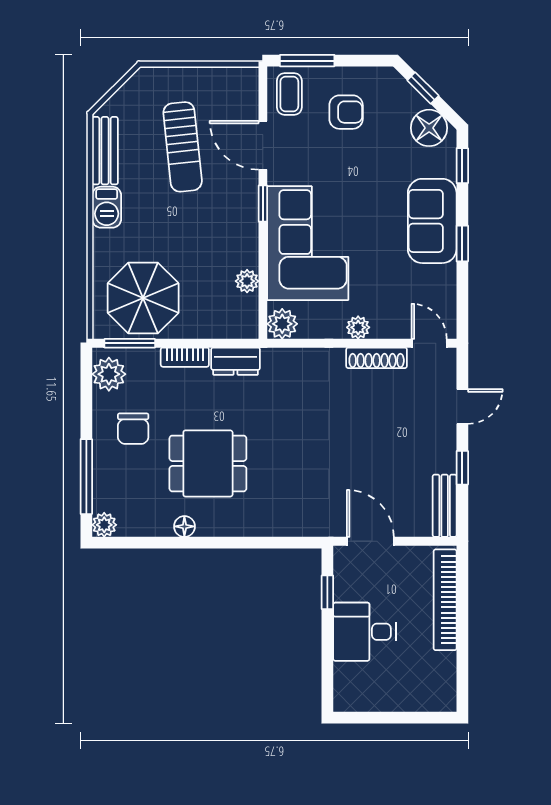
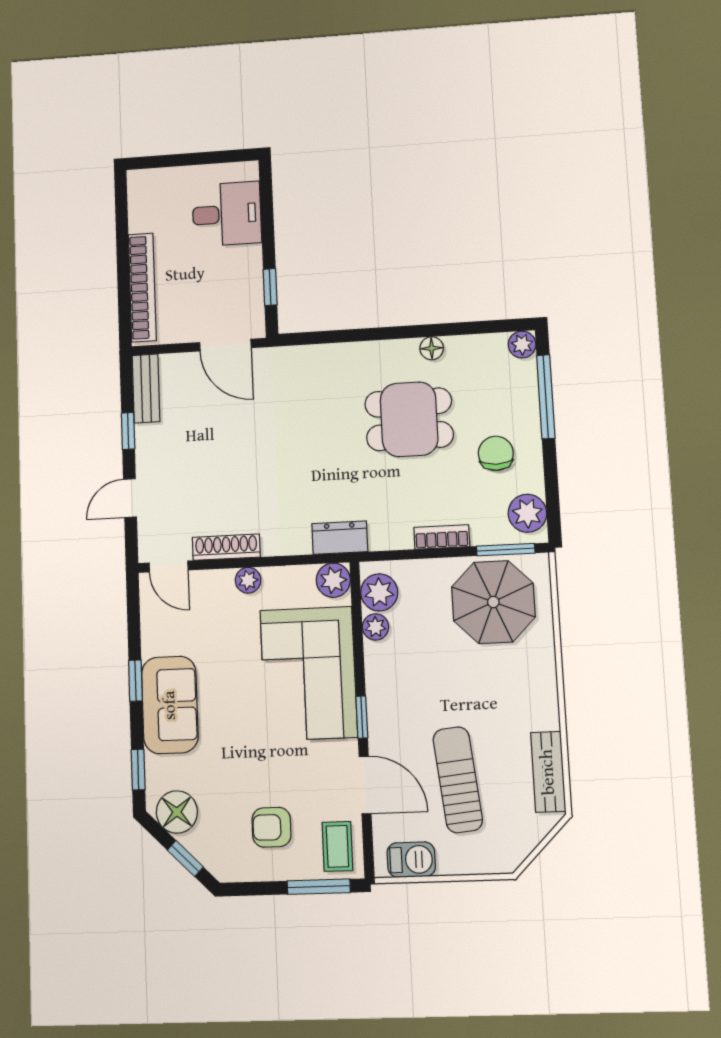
barbecue: (107, 207) -> (411, 860), moved, turned 90
plant: (242, 311) -> (379, 592), added
dresser: (236, 361) -> (340, 538), moved
desk: (364, 632) -> (227, 214), moved

